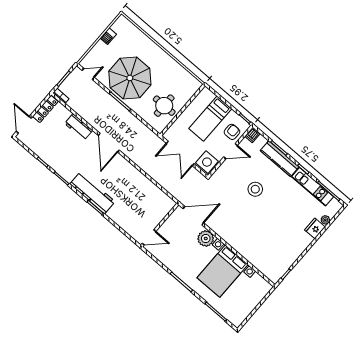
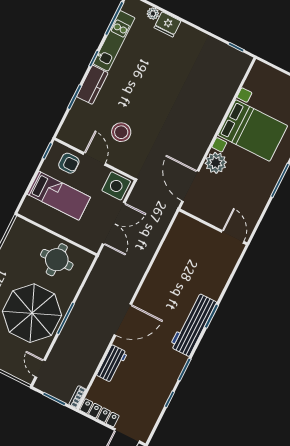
armchair: (232, 132) -> (69, 163), turned 180
dishwasher: (252, 135) -> (66, 136), removed
kitchen counter: (280, 159) -> (92, 85), width x0.67
stool: (255, 189) -> (121, 132), moved

